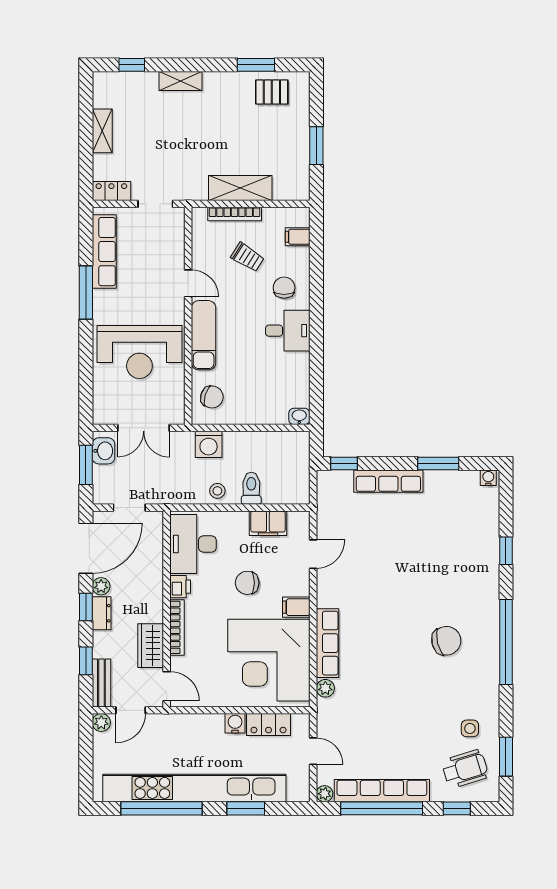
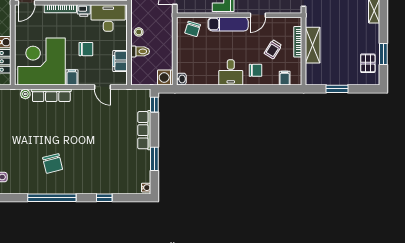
washing machine: (209, 444) -> (165, 77), moved
chair: (247, 583) -> (86, 49), turned 90

